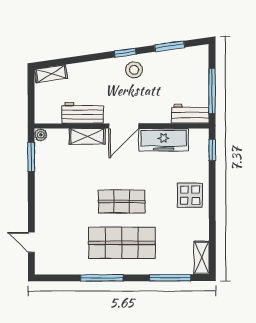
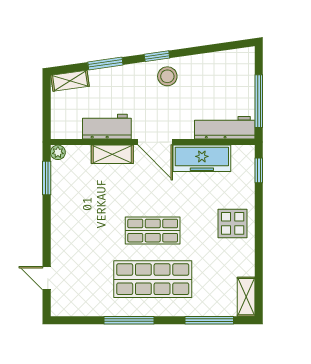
window: (170, 46) -> (105, 63), moved
workbench: (190, 114) -> (225, 128), width x1.38
door: (124, 126) -> (155, 142), hinge flipped

